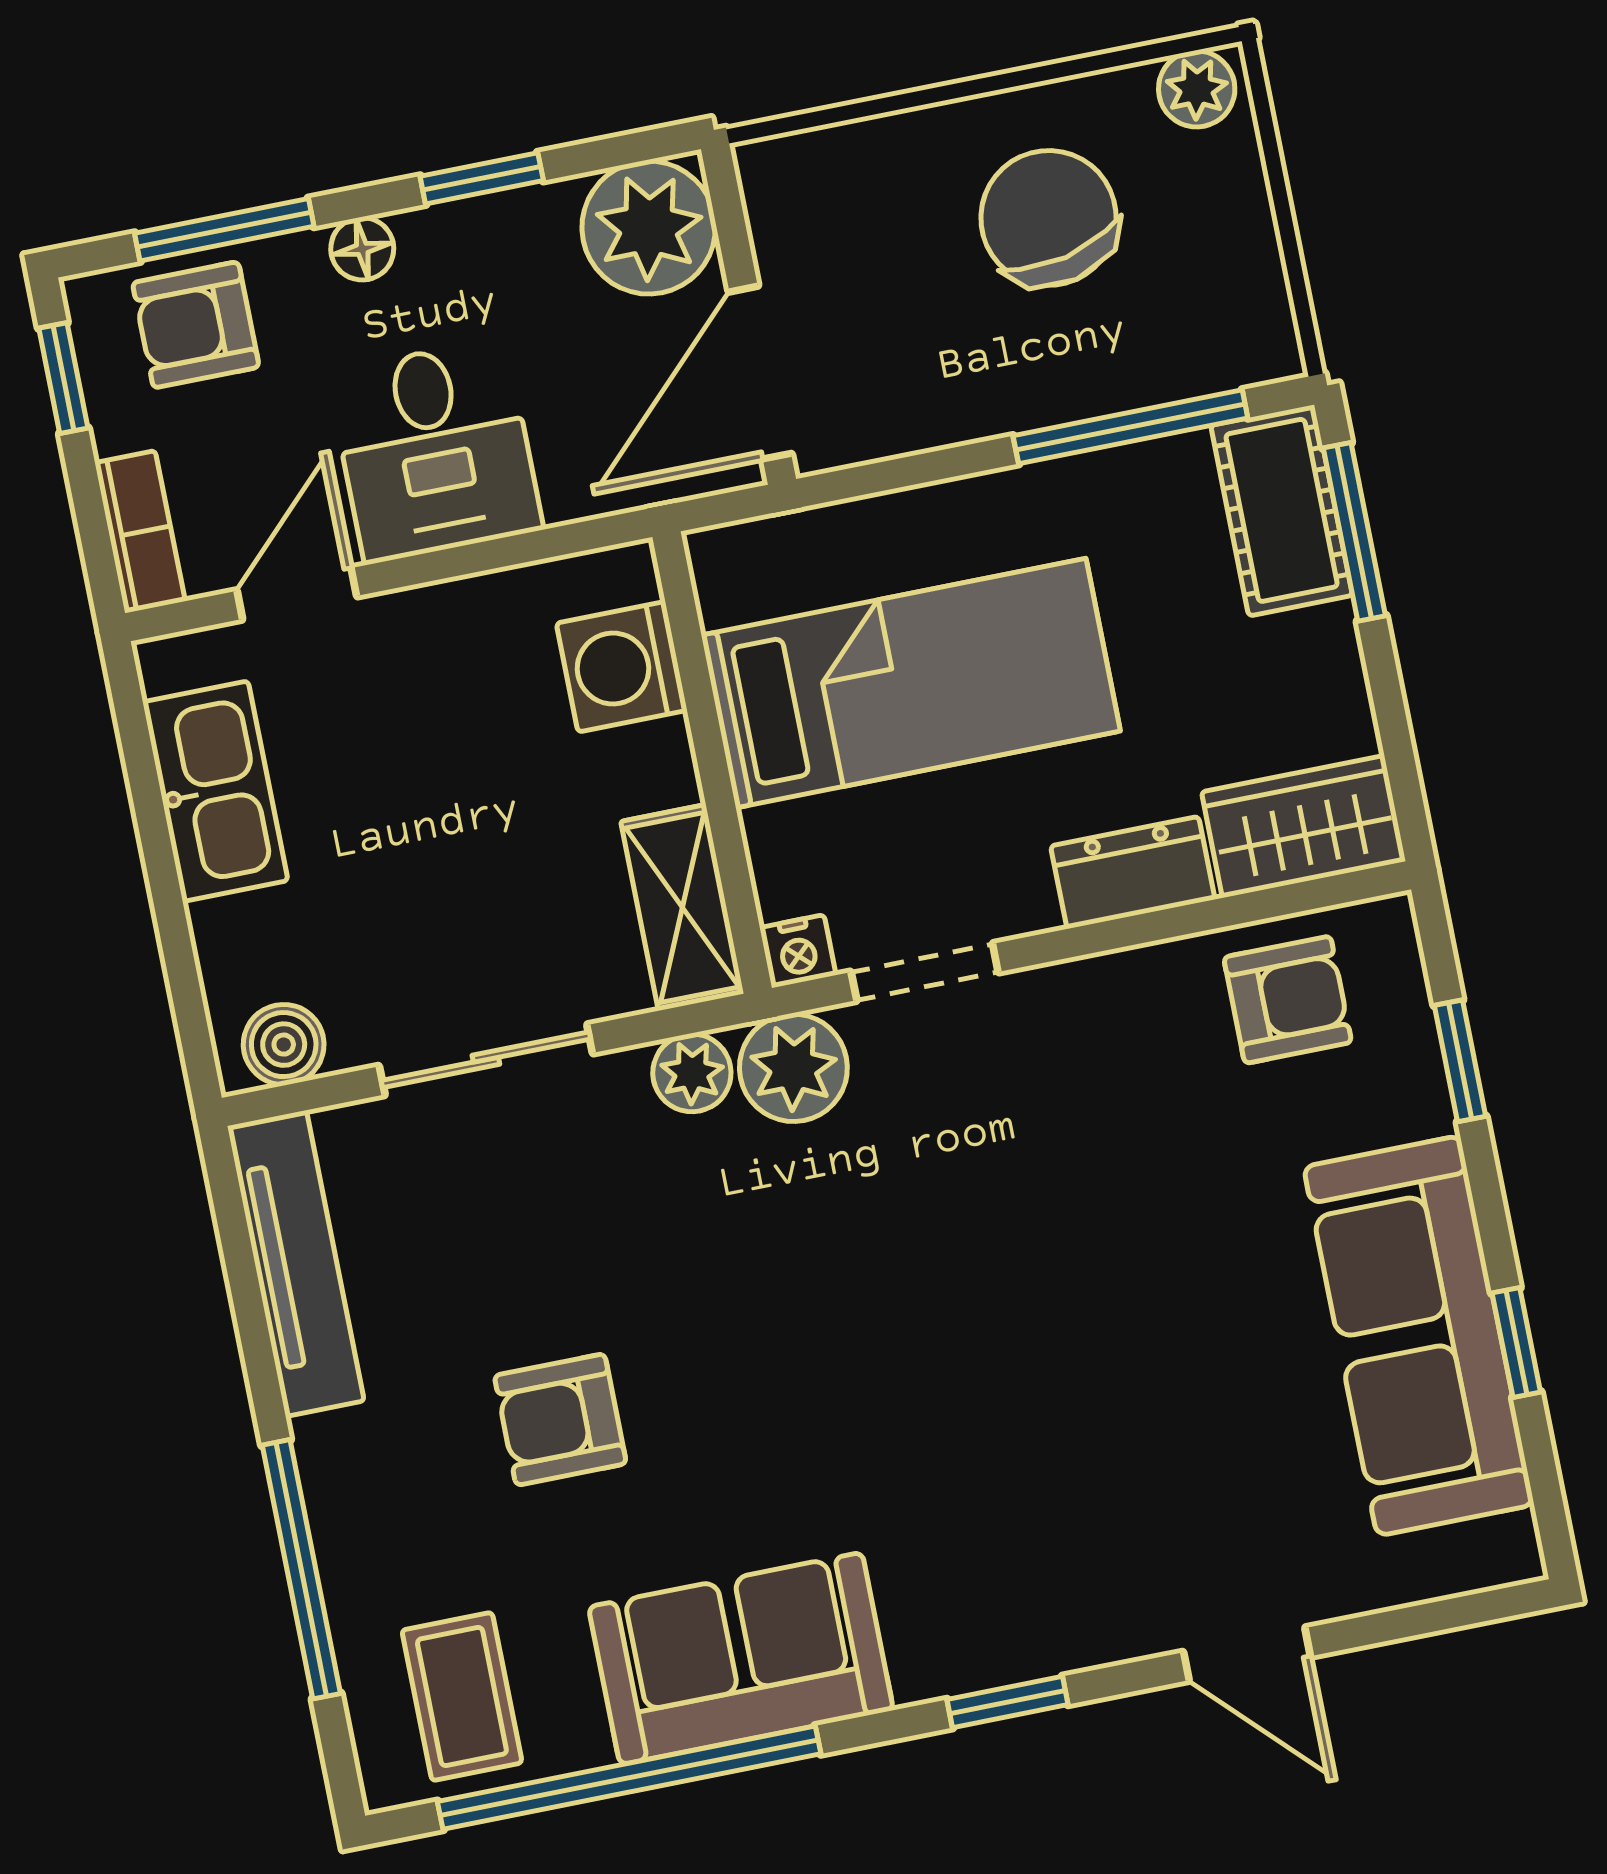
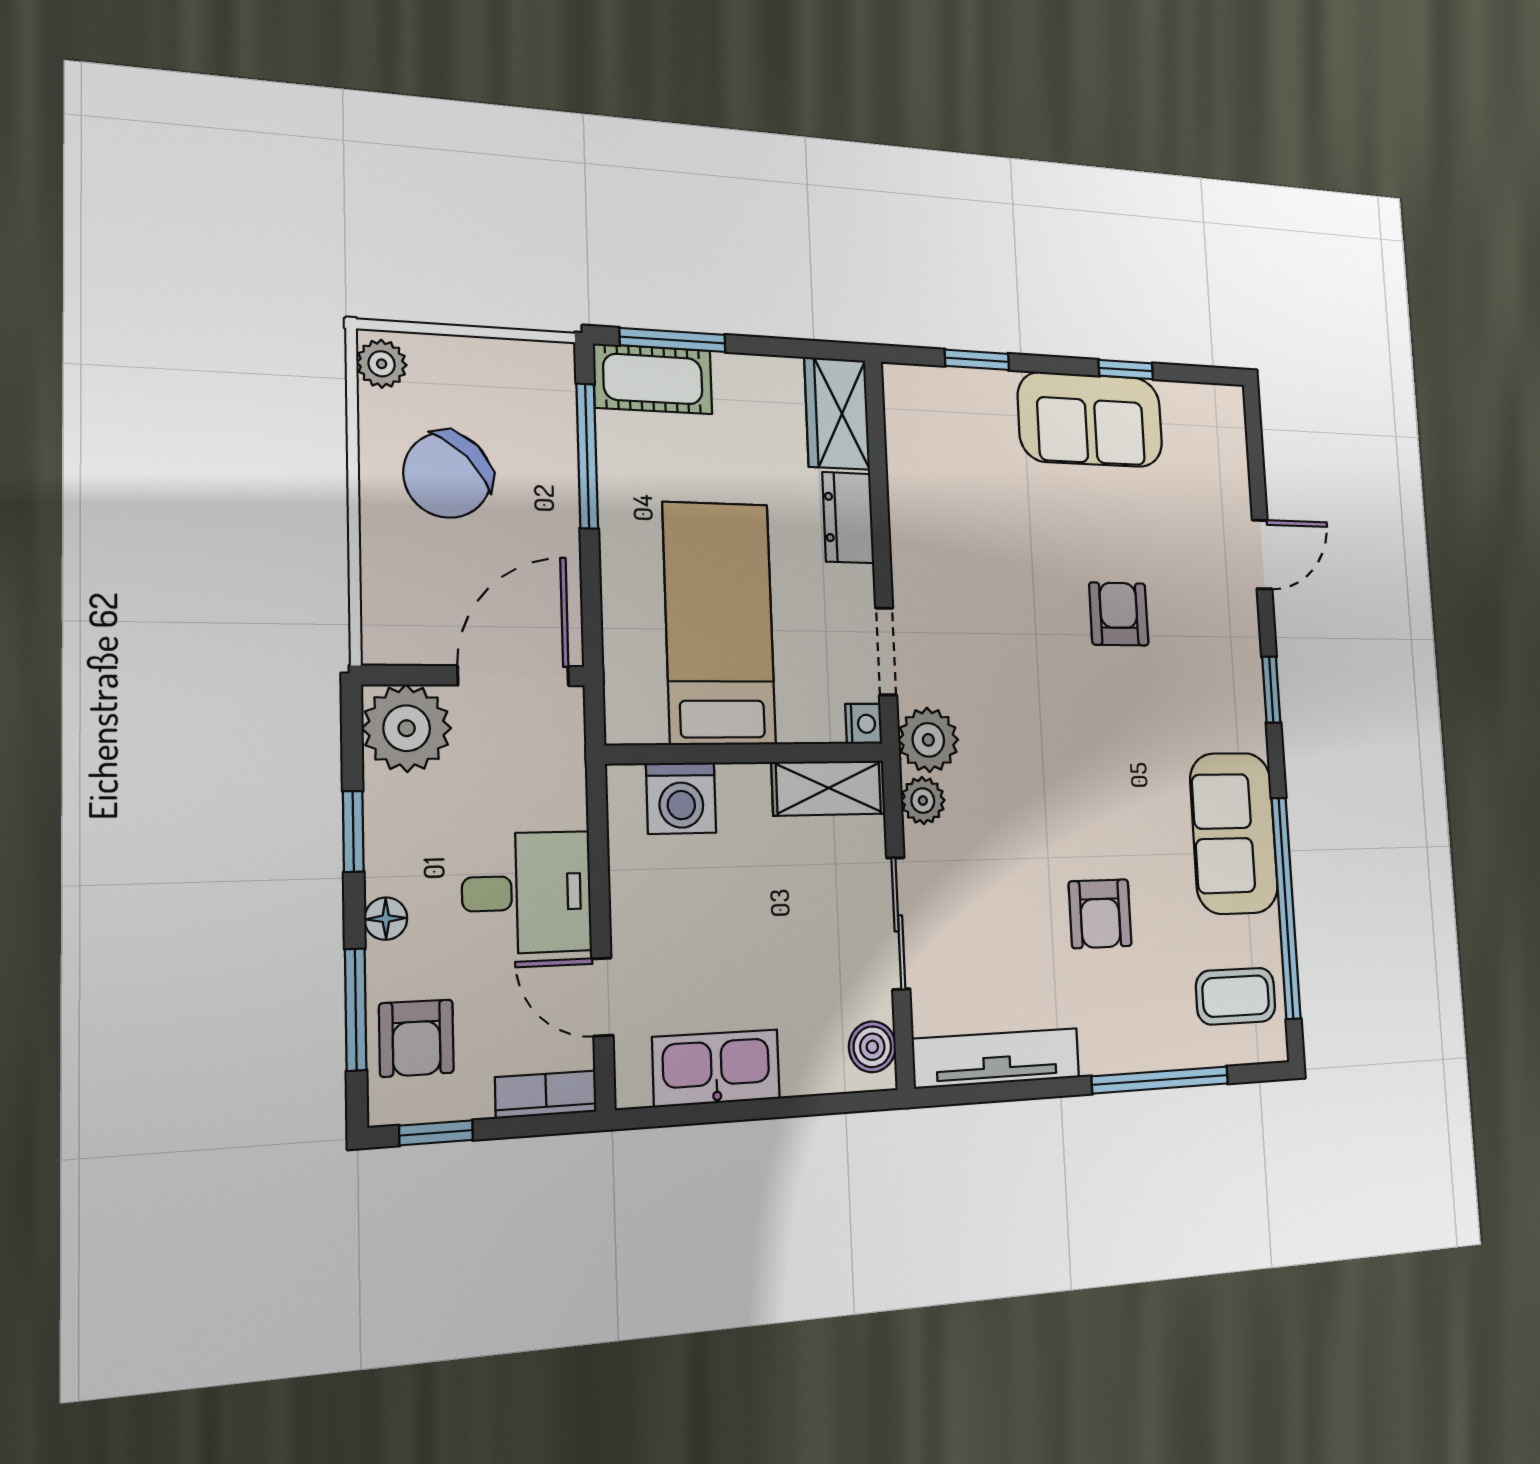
chair: (1049, 218) -> (448, 475), turned -32
door: (760, 373) -> (514, 676), swing flipped
armchair: (1288, 1000) -> (1119, 614), moved
sofa: (1419, 1336) -> (1090, 420), width x0.73

